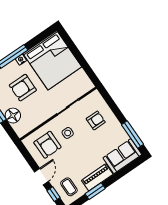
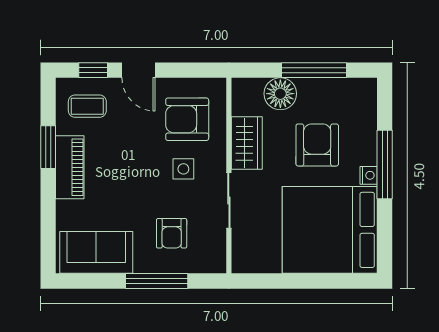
wardrobe: (41, 115) -> (247, 143), added
window: (133, 134) -> (157, 281), moved
sofa: (122, 156) -> (96, 252), moved, turned -90

